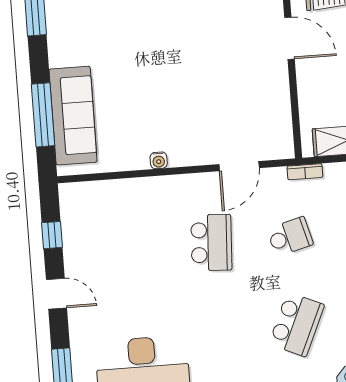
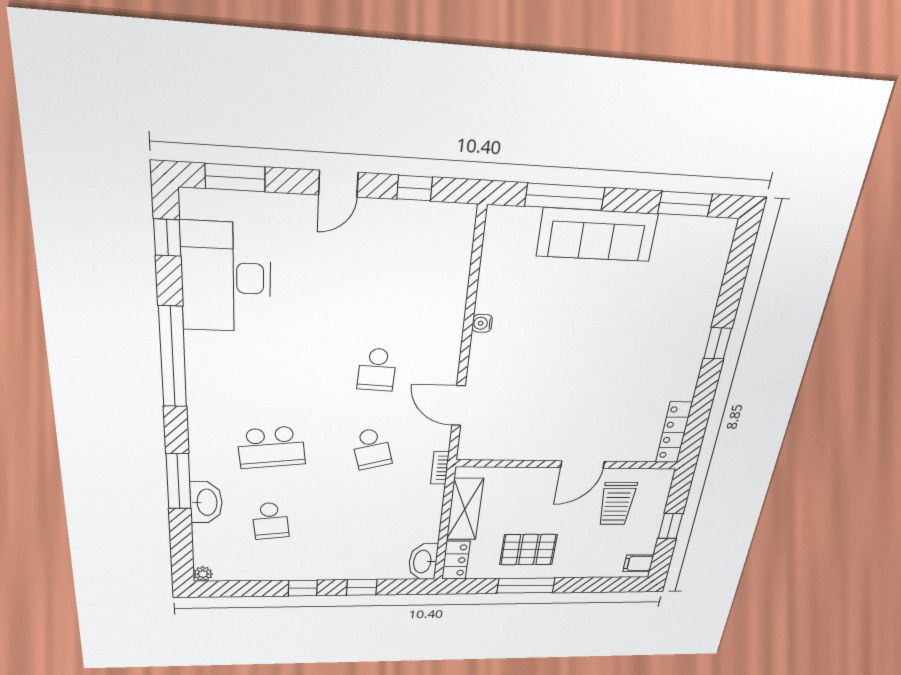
sofa: (73, 116) -> (597, 235), moved
school desk: (211, 242) -> (377, 370), width x0.54
school desk: (297, 324) -> (271, 447), turned -30

